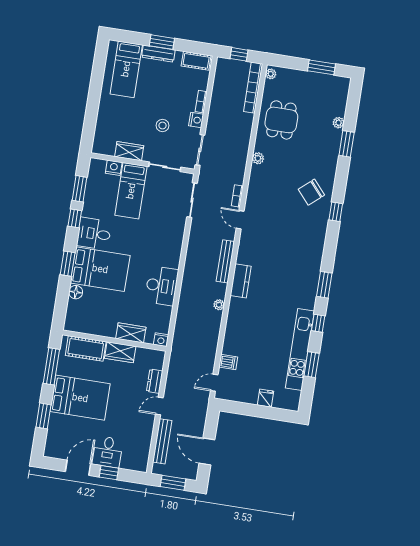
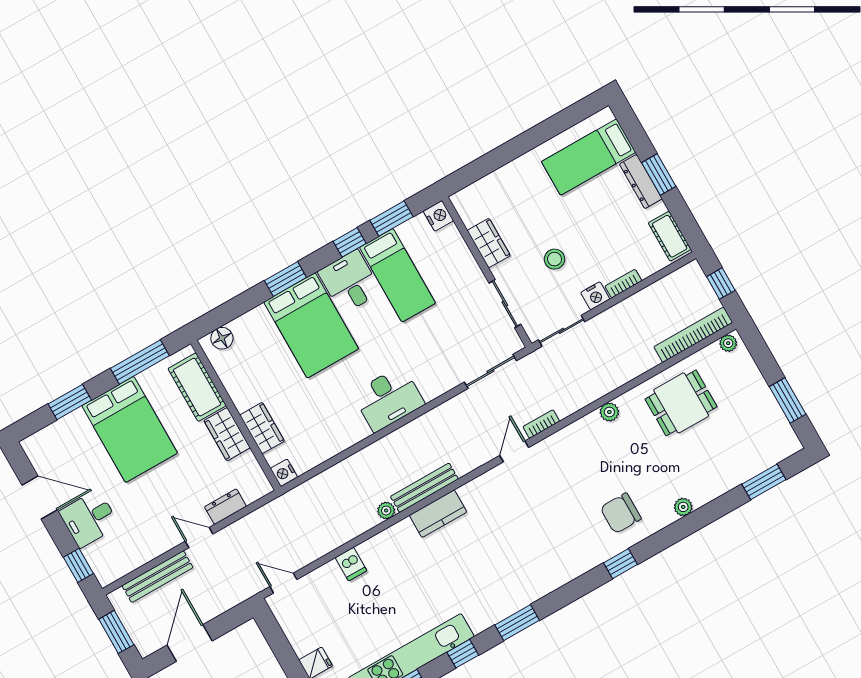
plant: (338, 123) -> (683, 507), moved
window: (347, 144) -> (764, 482), moved
nightstand: (114, 168) -> (438, 216), moved
bed: (131, 191) -> (397, 275), moved, turned -90
chair: (311, 192) -> (621, 513), turned -49
bench: (225, 261) -> (424, 488), moved
desk: (162, 286) -> (388, 399), moved
floor lamp: (76, 292) -> (222, 338), moved
dishwasher: (228, 362) -> (351, 564), moved
window: (109, 473) -> (78, 565), moved

